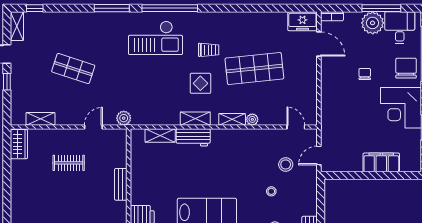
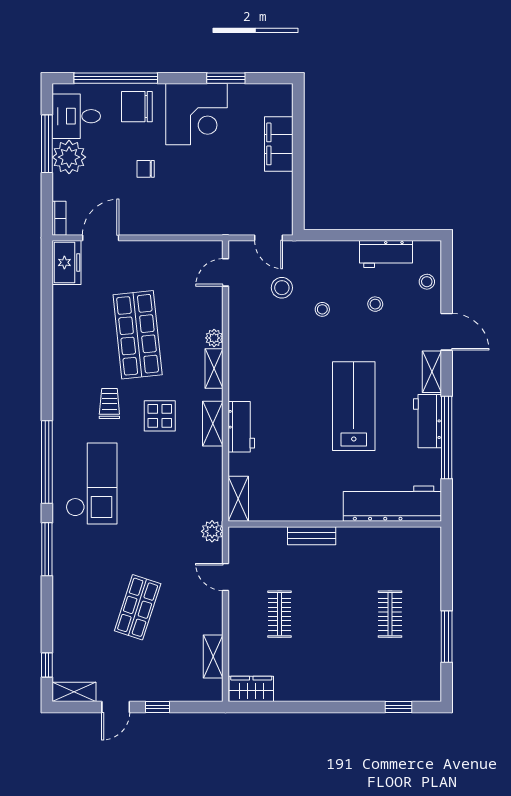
shelving: (160, 135) -> (238, 499), moved

